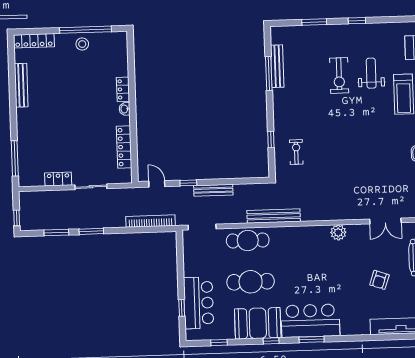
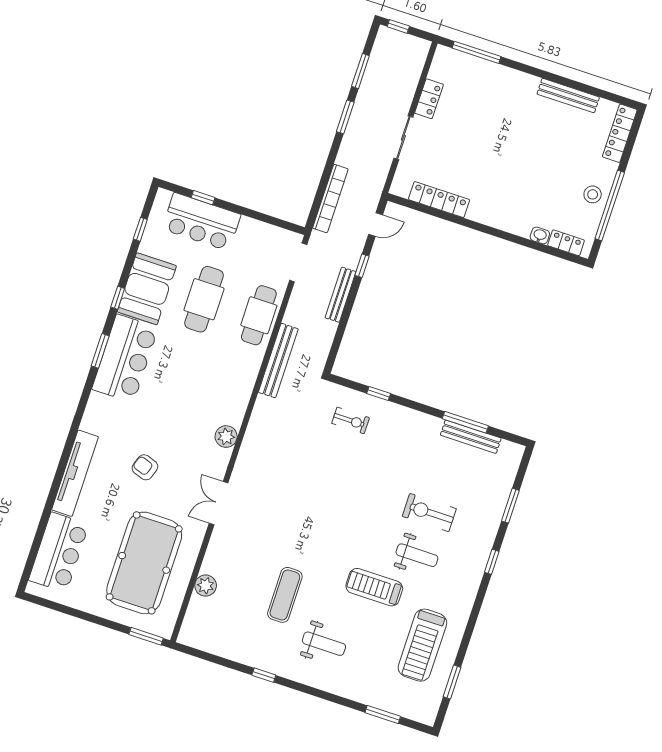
locker: (123, 89) -> (566, 243), moved
washbasin: (125, 109) -> (540, 235), moved

